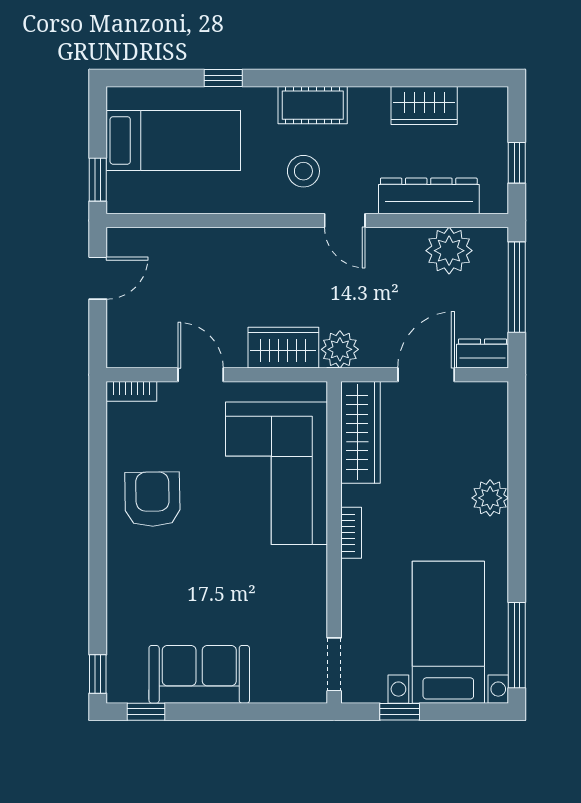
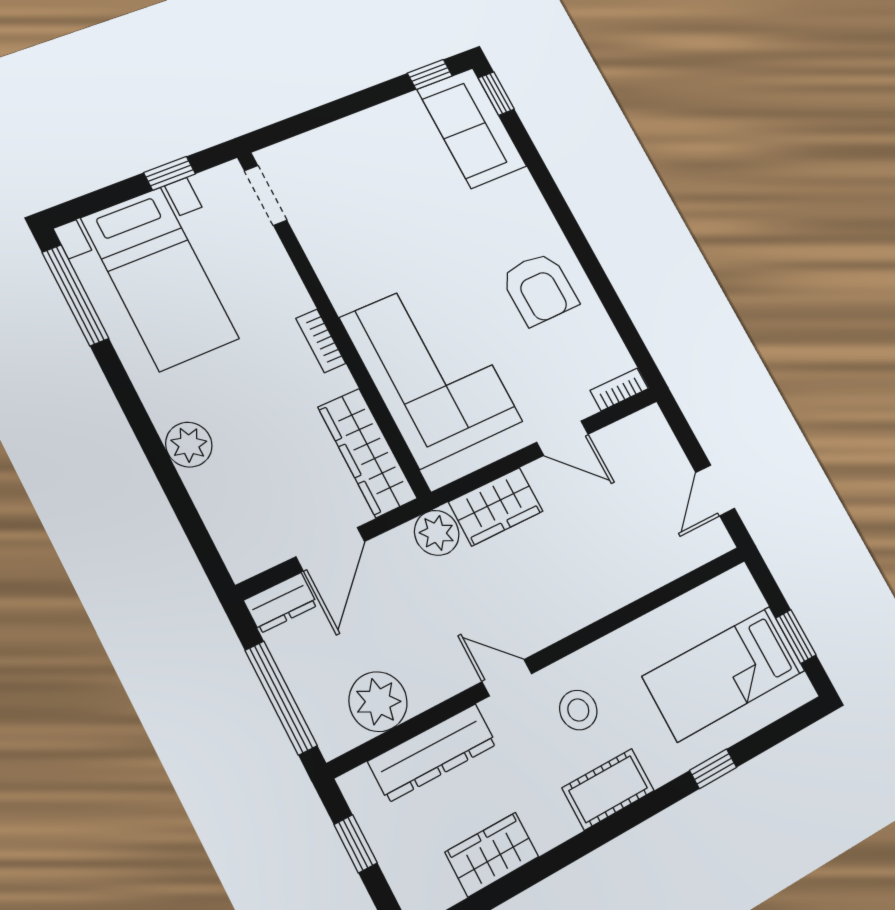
window: (98, 180) -> (796, 636), moved
sofa: (199, 674) -> (472, 128), moved, turned 90

